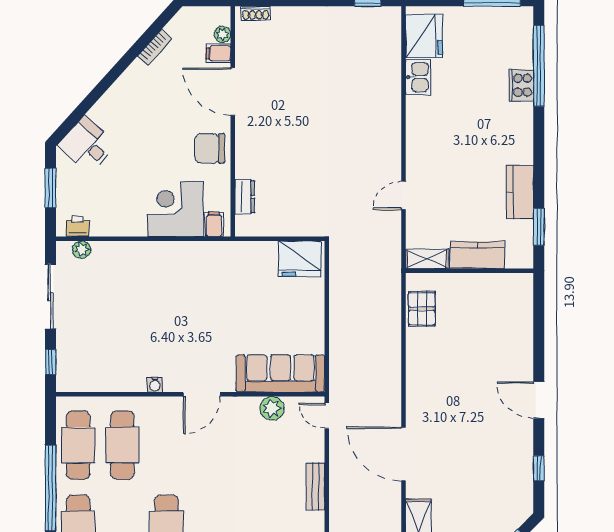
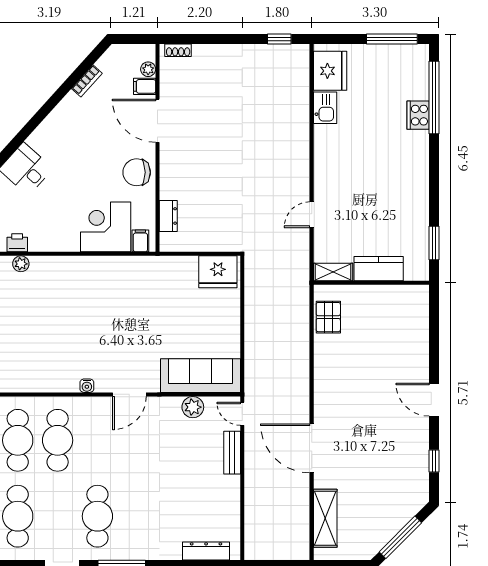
kitchen counter: (520, 192) -> (417, 212), removed
bench: (315, 486) -> (232, 453), moved

